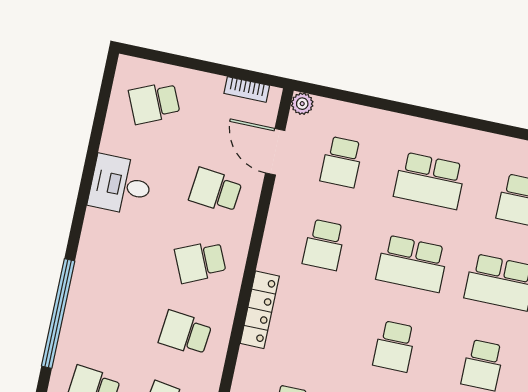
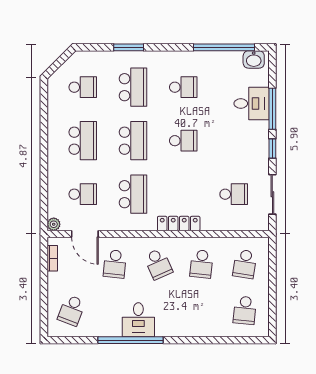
school desk: (154, 103) -> (72, 310), turned 45
door: (275, 152) -> (85, 234), hinge flipped
desk: (121, 185) -> (138, 320), moved
school desk: (324, 245) -> (133, 194), width x1.85
window: (58, 313) -> (130, 340), moved

